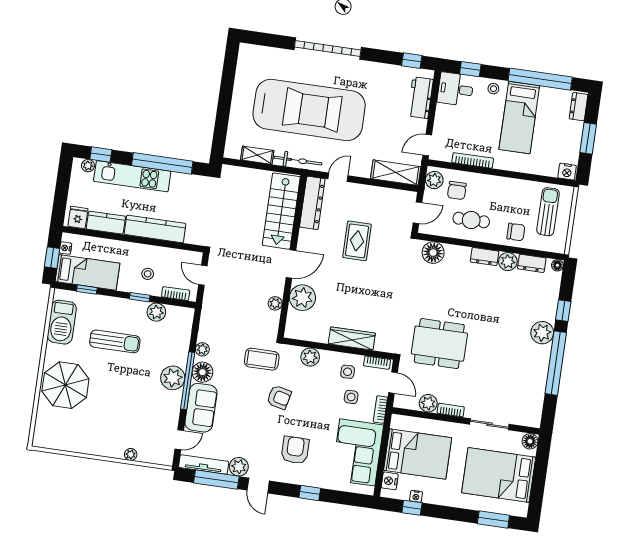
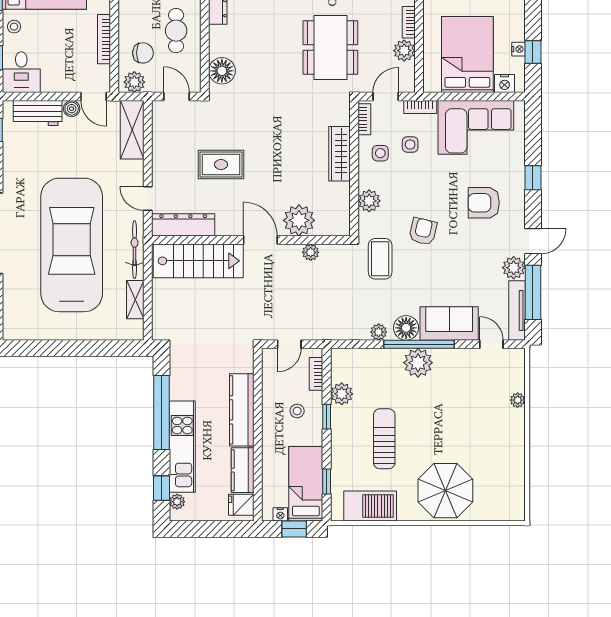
boiler: (420, 126) -> (72, 109), added

